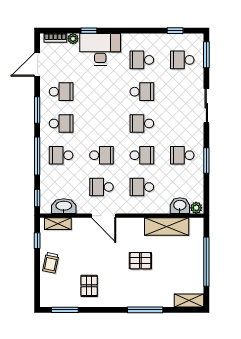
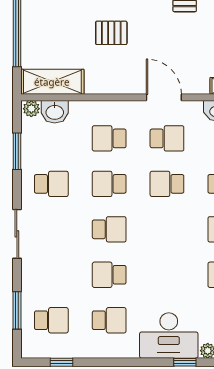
window: (206, 55) -> (17, 310), moved
sliding door: (206, 106) -> (17, 234), moved
window: (206, 160) -> (17, 151), moved
school desk: (142, 187) -> (109, 138), turned 180
shelving: (167, 227) -> (52, 82), moved

